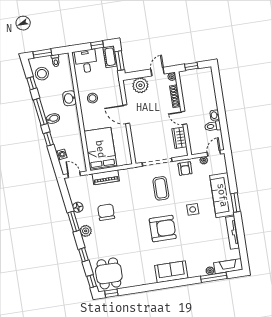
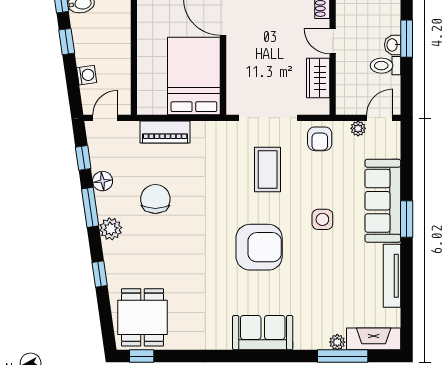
window: (221, 111) -> (407, 39), added
bed: (100, 149) -> (194, 76), moved
door: (74, 175) -> (105, 118), hinge flipped
window: (92, 281) -> (83, 158), moved

